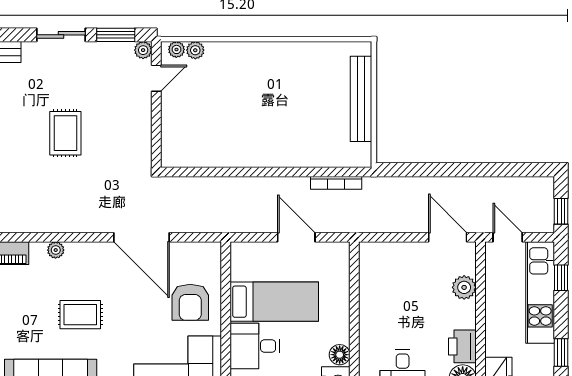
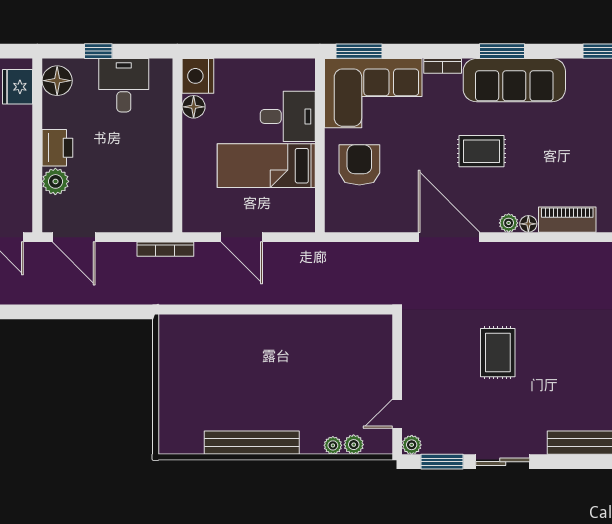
plant: (176, 49) -> (333, 445), moved
bench: (361, 99) -> (252, 443), moved, turned 90
bookcase: (336, 183) -> (165, 249), moved, turned 180
door: (142, 237) -> (449, 237), moved
floor lamp: (38, 249) -> (528, 224), added
printer: (462, 346) -> (57, 148), moved

